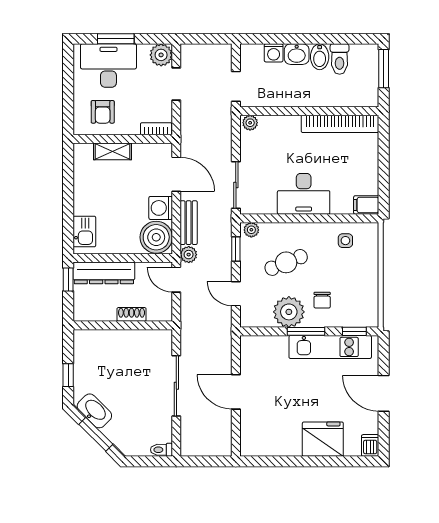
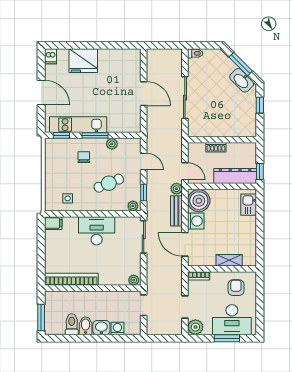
plant: (289, 312) -> (112, 144), width x0.53, depth x0.53

